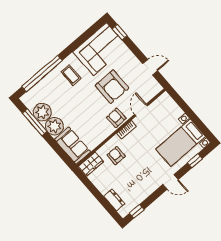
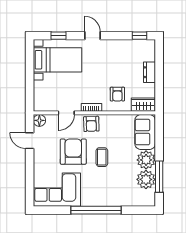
window: (120, 32) -> (30, 189), removed
window: (42, 74) -> (96, 210), moved
coffee table: (71, 75) -> (102, 157), moved
floor lamp: (156, 88) -> (39, 120), added
dresser: (114, 200) -> (149, 72), moved

